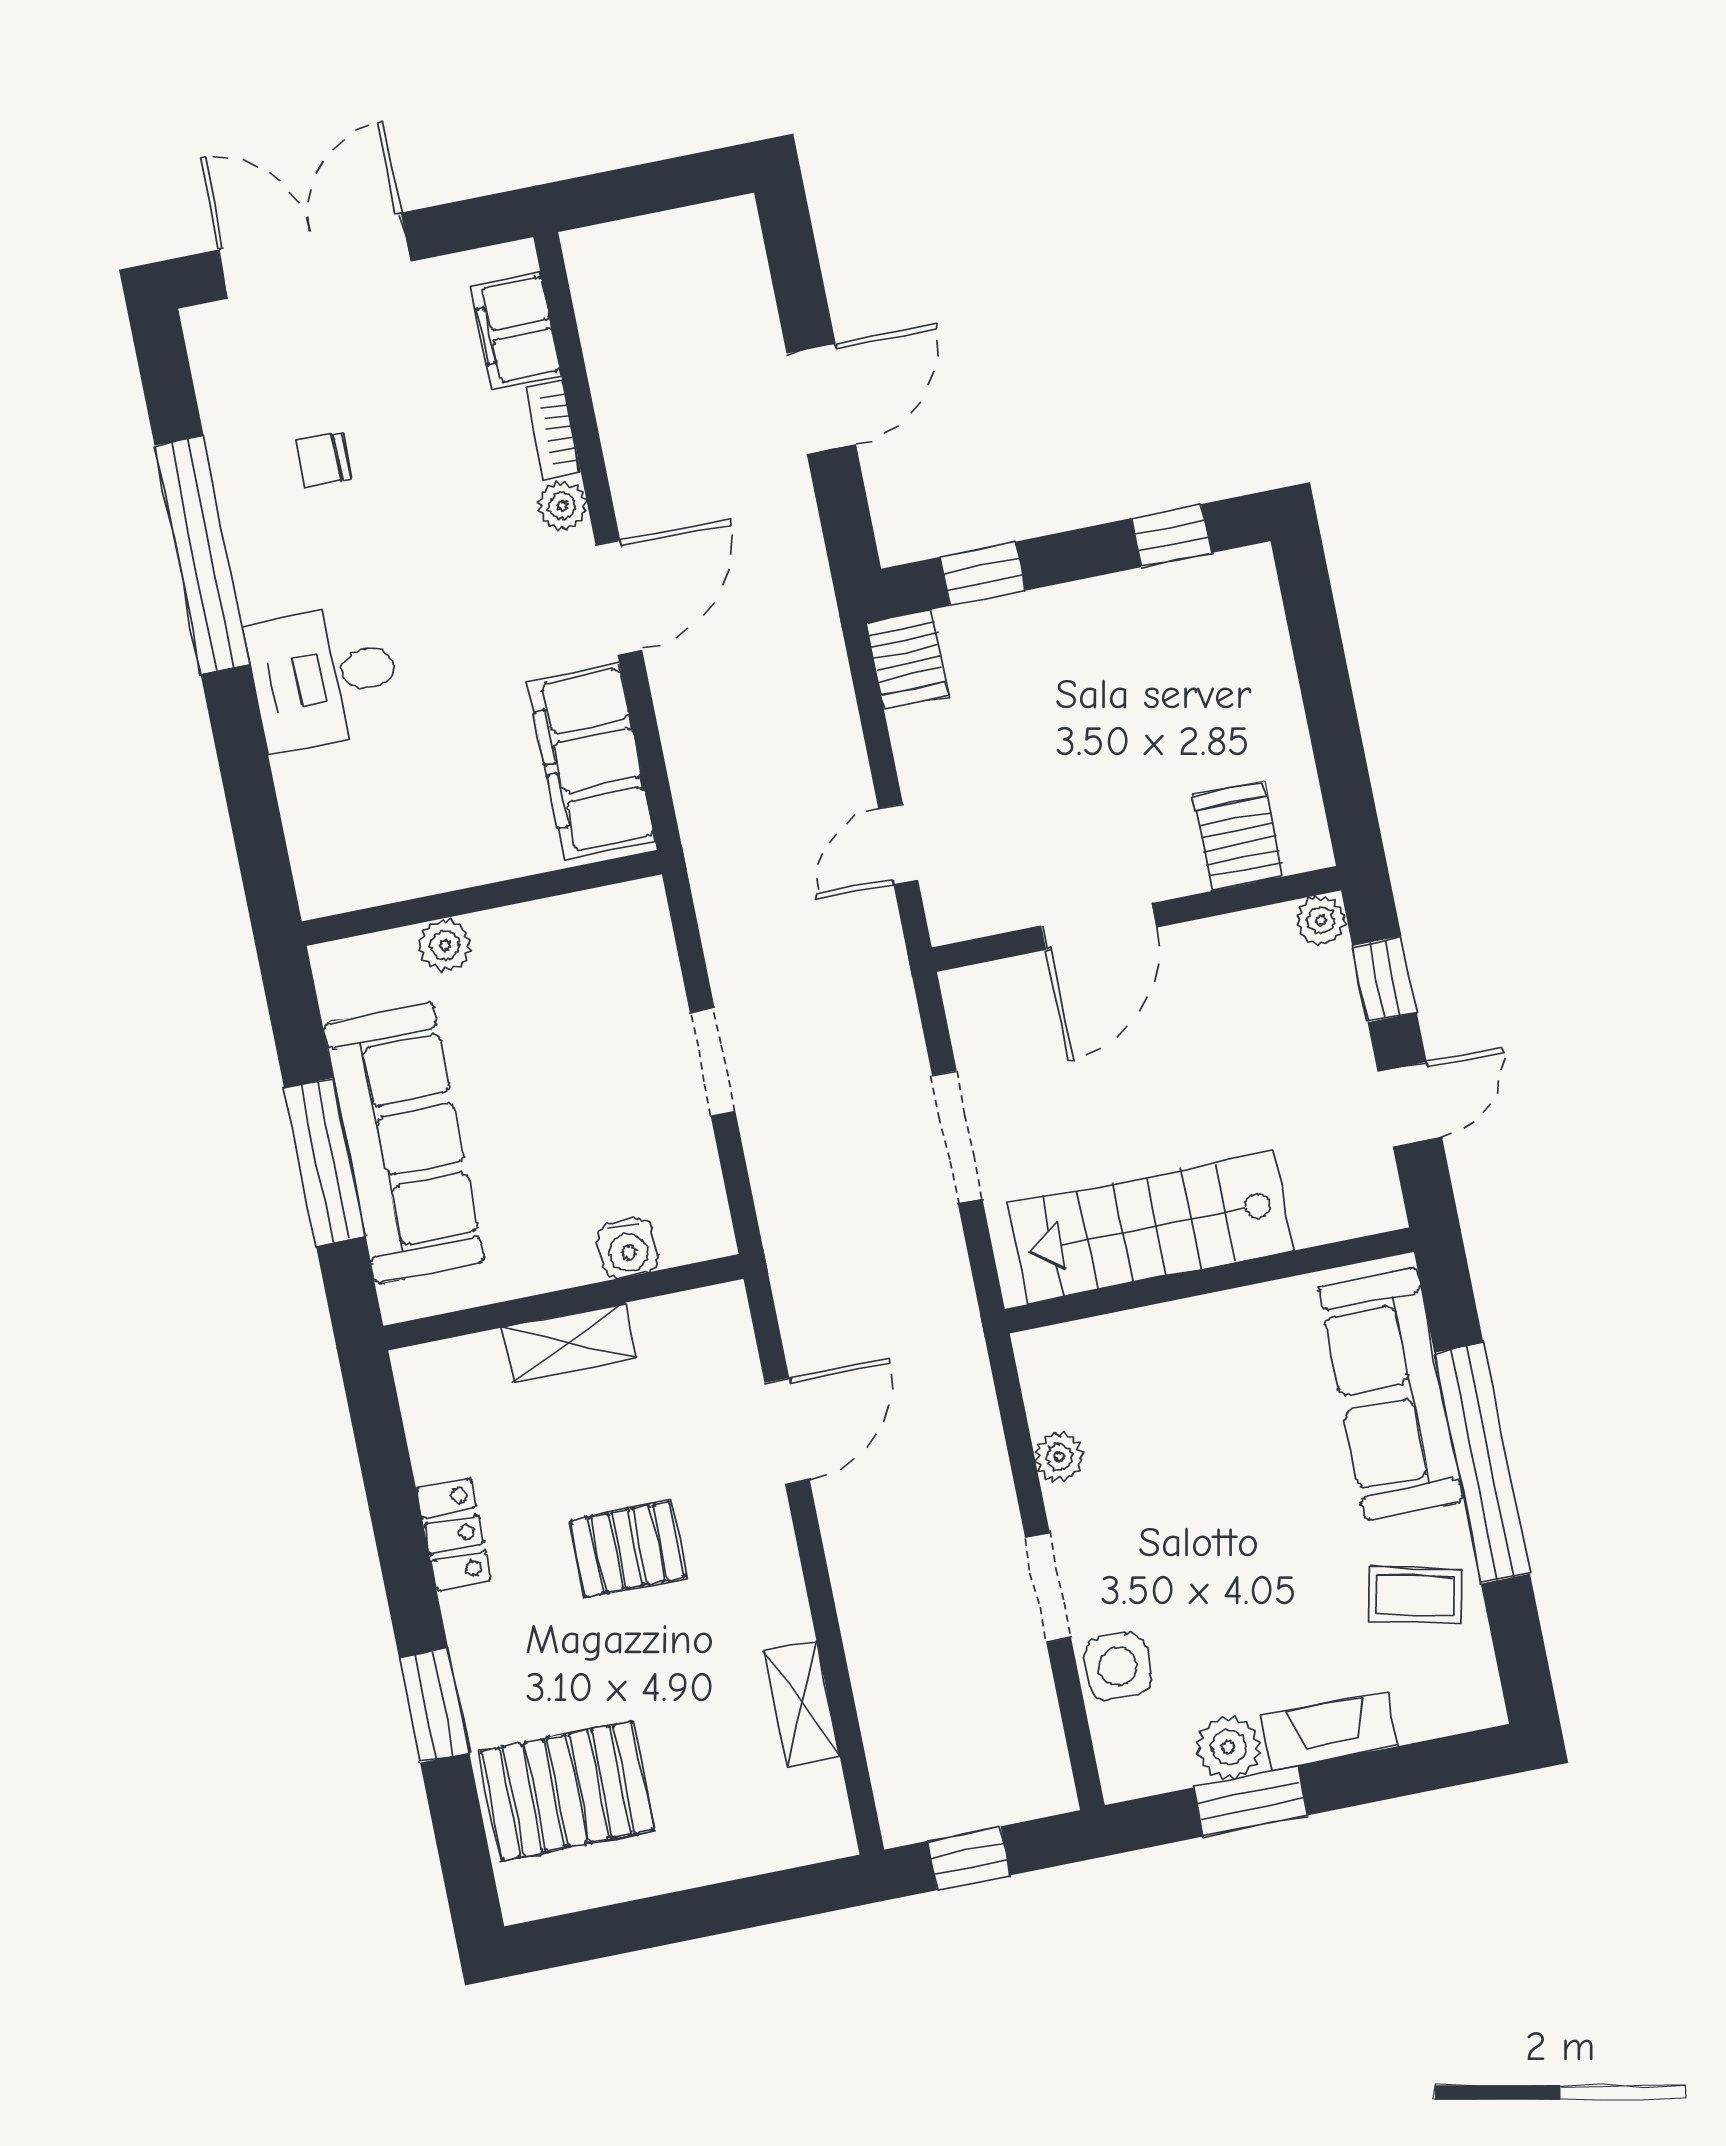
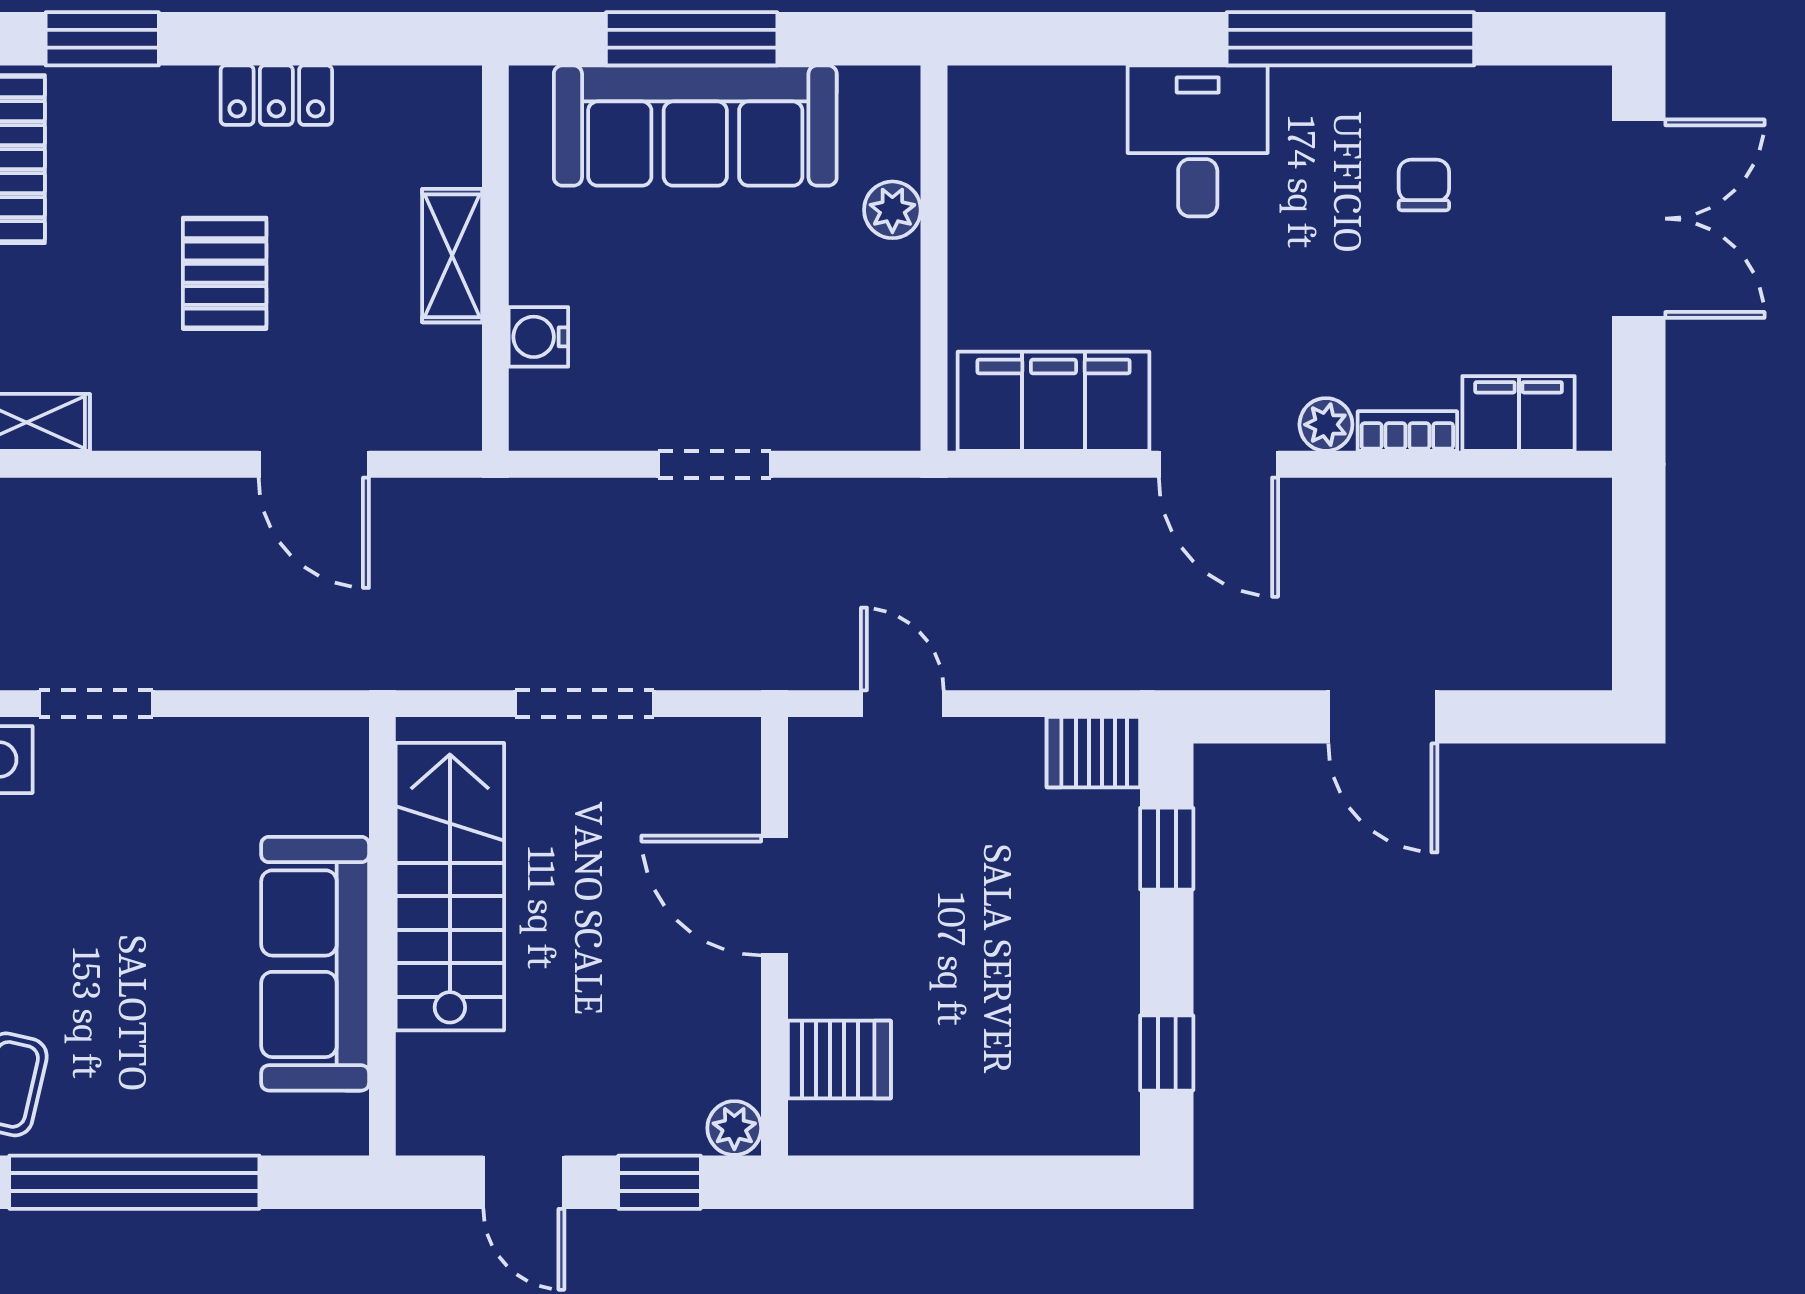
sofa: (1391, 1394) -> (315, 964), moved, turned -90
plant: (1059, 1457) -> (230, 743), removed

